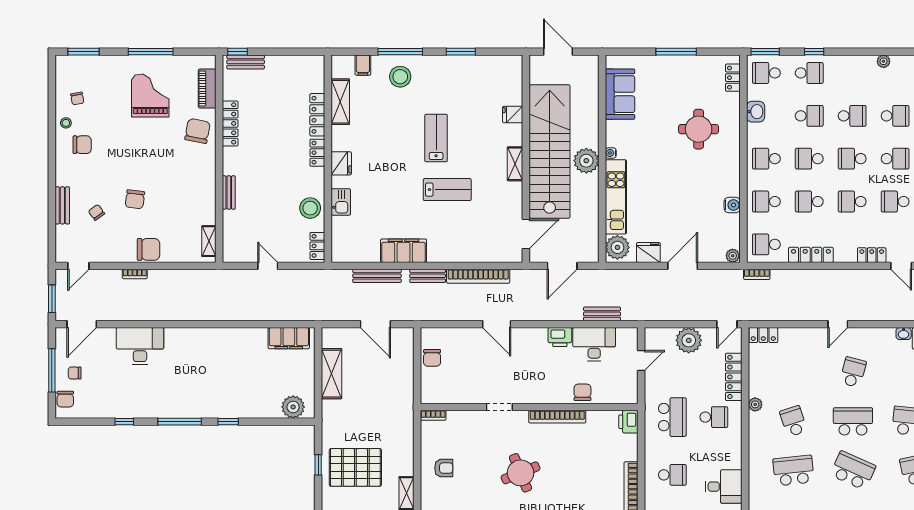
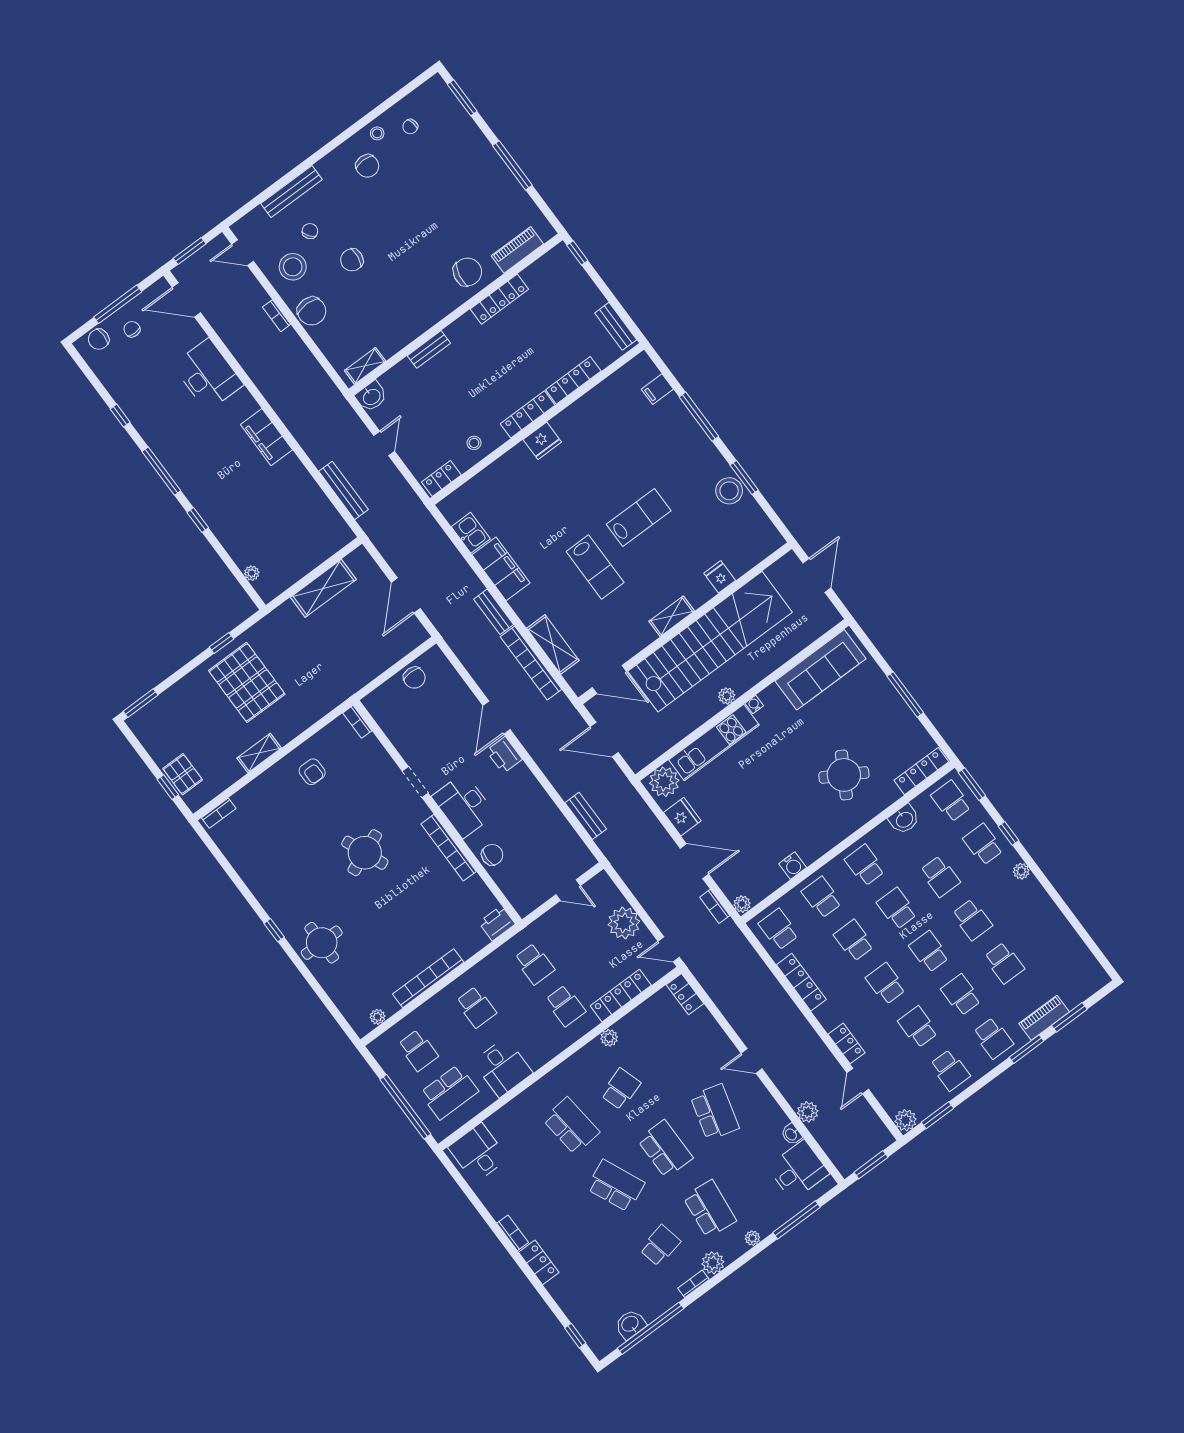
plant: (884, 61) -> (1021, 871), moved
bench: (246, 62) -> (616, 326), moved
school desk: (809, 73) -> (983, 844), turned 180
stool: (400, 77) -> (729, 491), moved
locker: (733, 78) -> (921, 771), width x1.53
sofa: (620, 94) -> (820, 670), width x1.36
grand piano: (150, 96) -> (468, 198), removed
shelving: (340, 102) -> (553, 644), moved, turned 90
round table: (699, 129) -> (844, 775), turned 30
locker: (317, 153) -> (528, 414), width x1.53
school desk: (895, 159) -> (961, 995), turned 180
plant: (586, 161) -> (727, 696), width x0.53, depth x0.53
kitchen sink: (341, 202) -> (471, 533), moved, turned -90
bench: (62, 205) -> (291, 191), width x1.36
stool: (310, 208) -> (474, 443), width x0.53, depth x0.53
stool: (111, 240) -> (293, 267), added
washbasin: (232, 252) -> (371, 396), added
bookcase: (757, 274) -> (715, 906), moved
bench: (377, 276) -> (343, 490), moved
plant: (897, 313) -> (808, 1112), added
printer: (560, 337) -> (504, 755), moved
filing cabinet: (289, 338) -> (267, 437), moved
desk: (594, 344) -> (464, 805), moved, turned 180
chair: (432, 358) -> (414, 678), turned -90
school desk: (853, 372) -> (715, 1112), width x1.85
plant: (293, 407) -> (252, 573), width x0.53, depth x0.53
school desk: (672, 417) -> (534, 964), width x0.54
school desk: (853, 471) -> (616, 1186), turned -48

